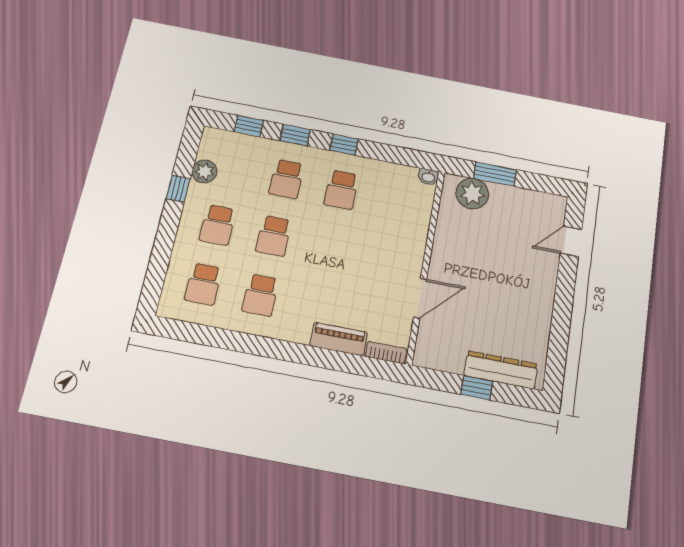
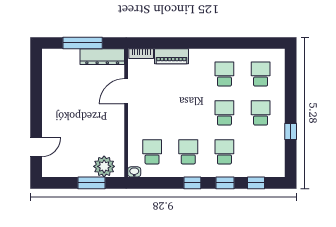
plant: (204, 171) -> (277, 146), removed
school desk: (396, 200) -> (152, 152), added
dresser: (501, 370) -> (102, 57), moved
window: (477, 388) -> (83, 43), width x2.17

